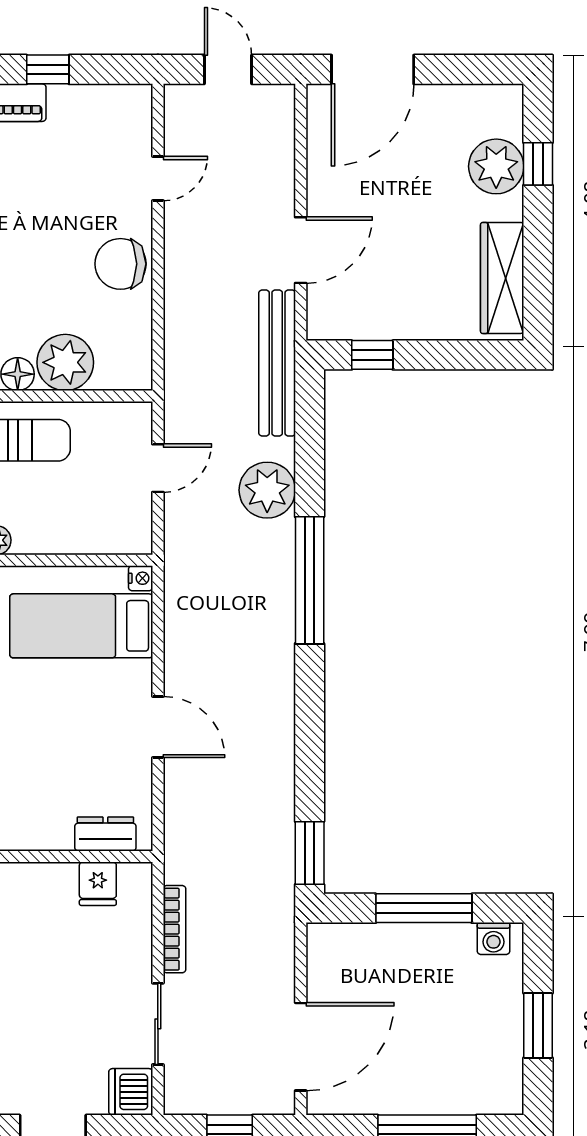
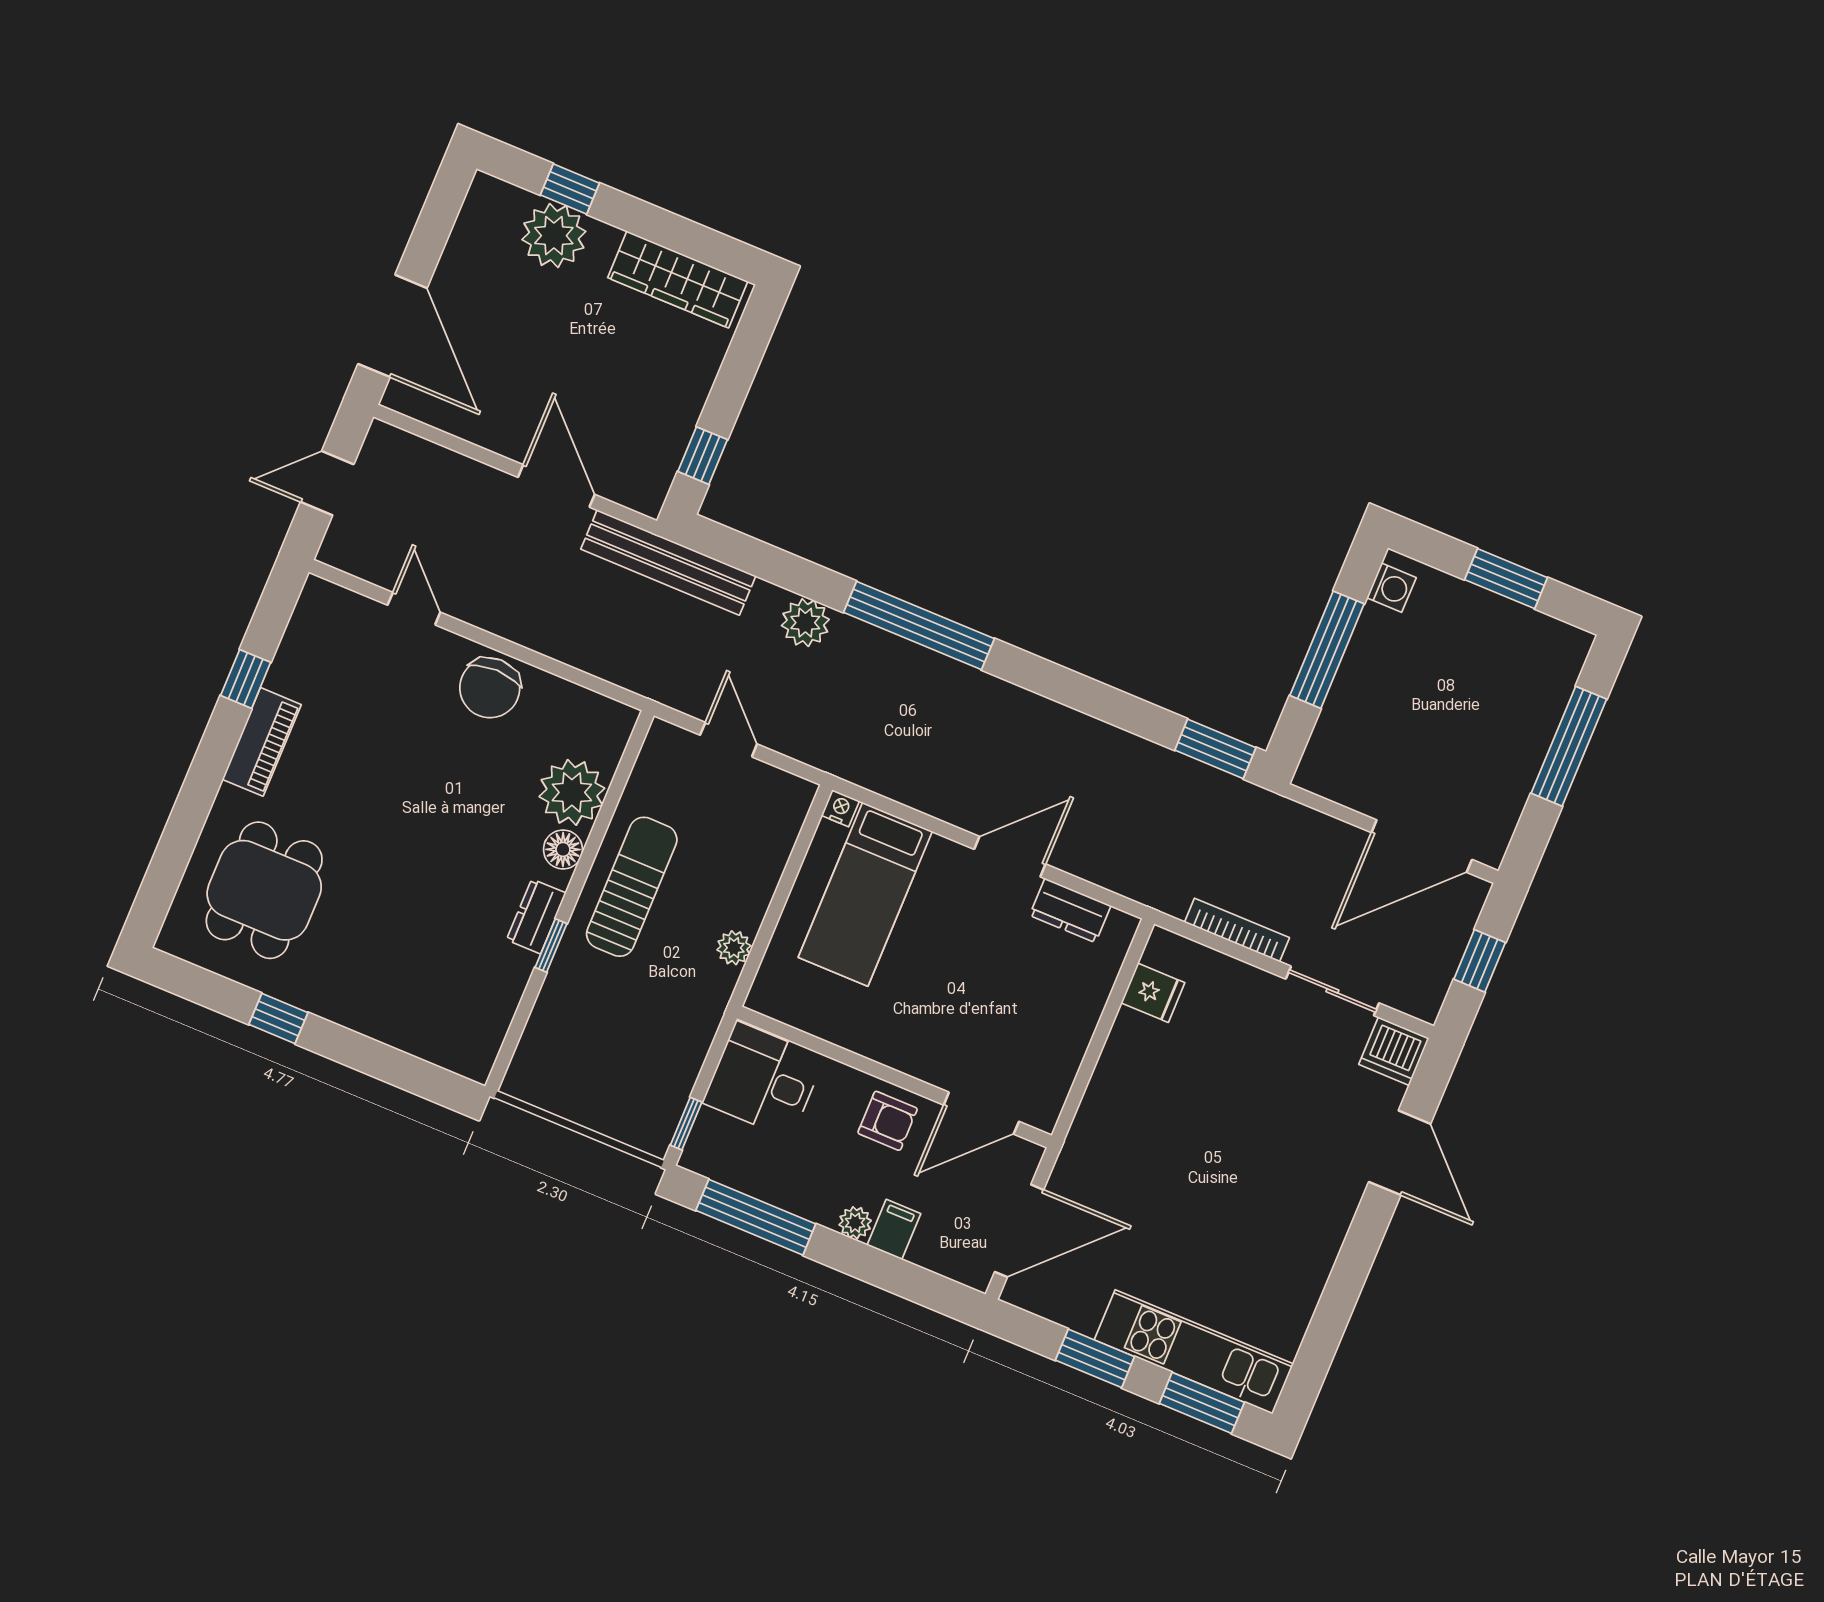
plant: (267, 490) -> (805, 623), width x0.73, depth x0.73
dresser: (105, 834) -> (1070, 910), moved, turned -90
door: (301, 1047) -> (1422, 846), swing flipped

